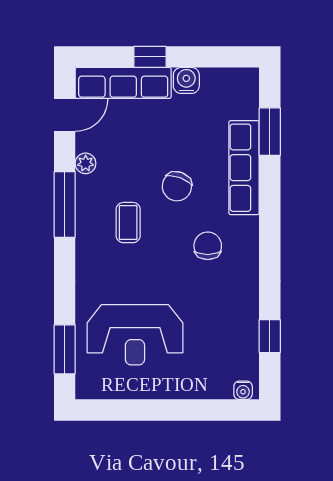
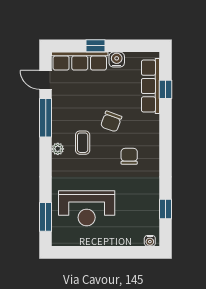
door: (65, 115) -> (46, 80), swing flipped
window: (270, 132) -> (165, 89), width x0.67
plant: (86, 163) -> (58, 149), moved
row of seats: (244, 168) -> (150, 86), moved
window: (65, 204) -> (46, 118), moved

